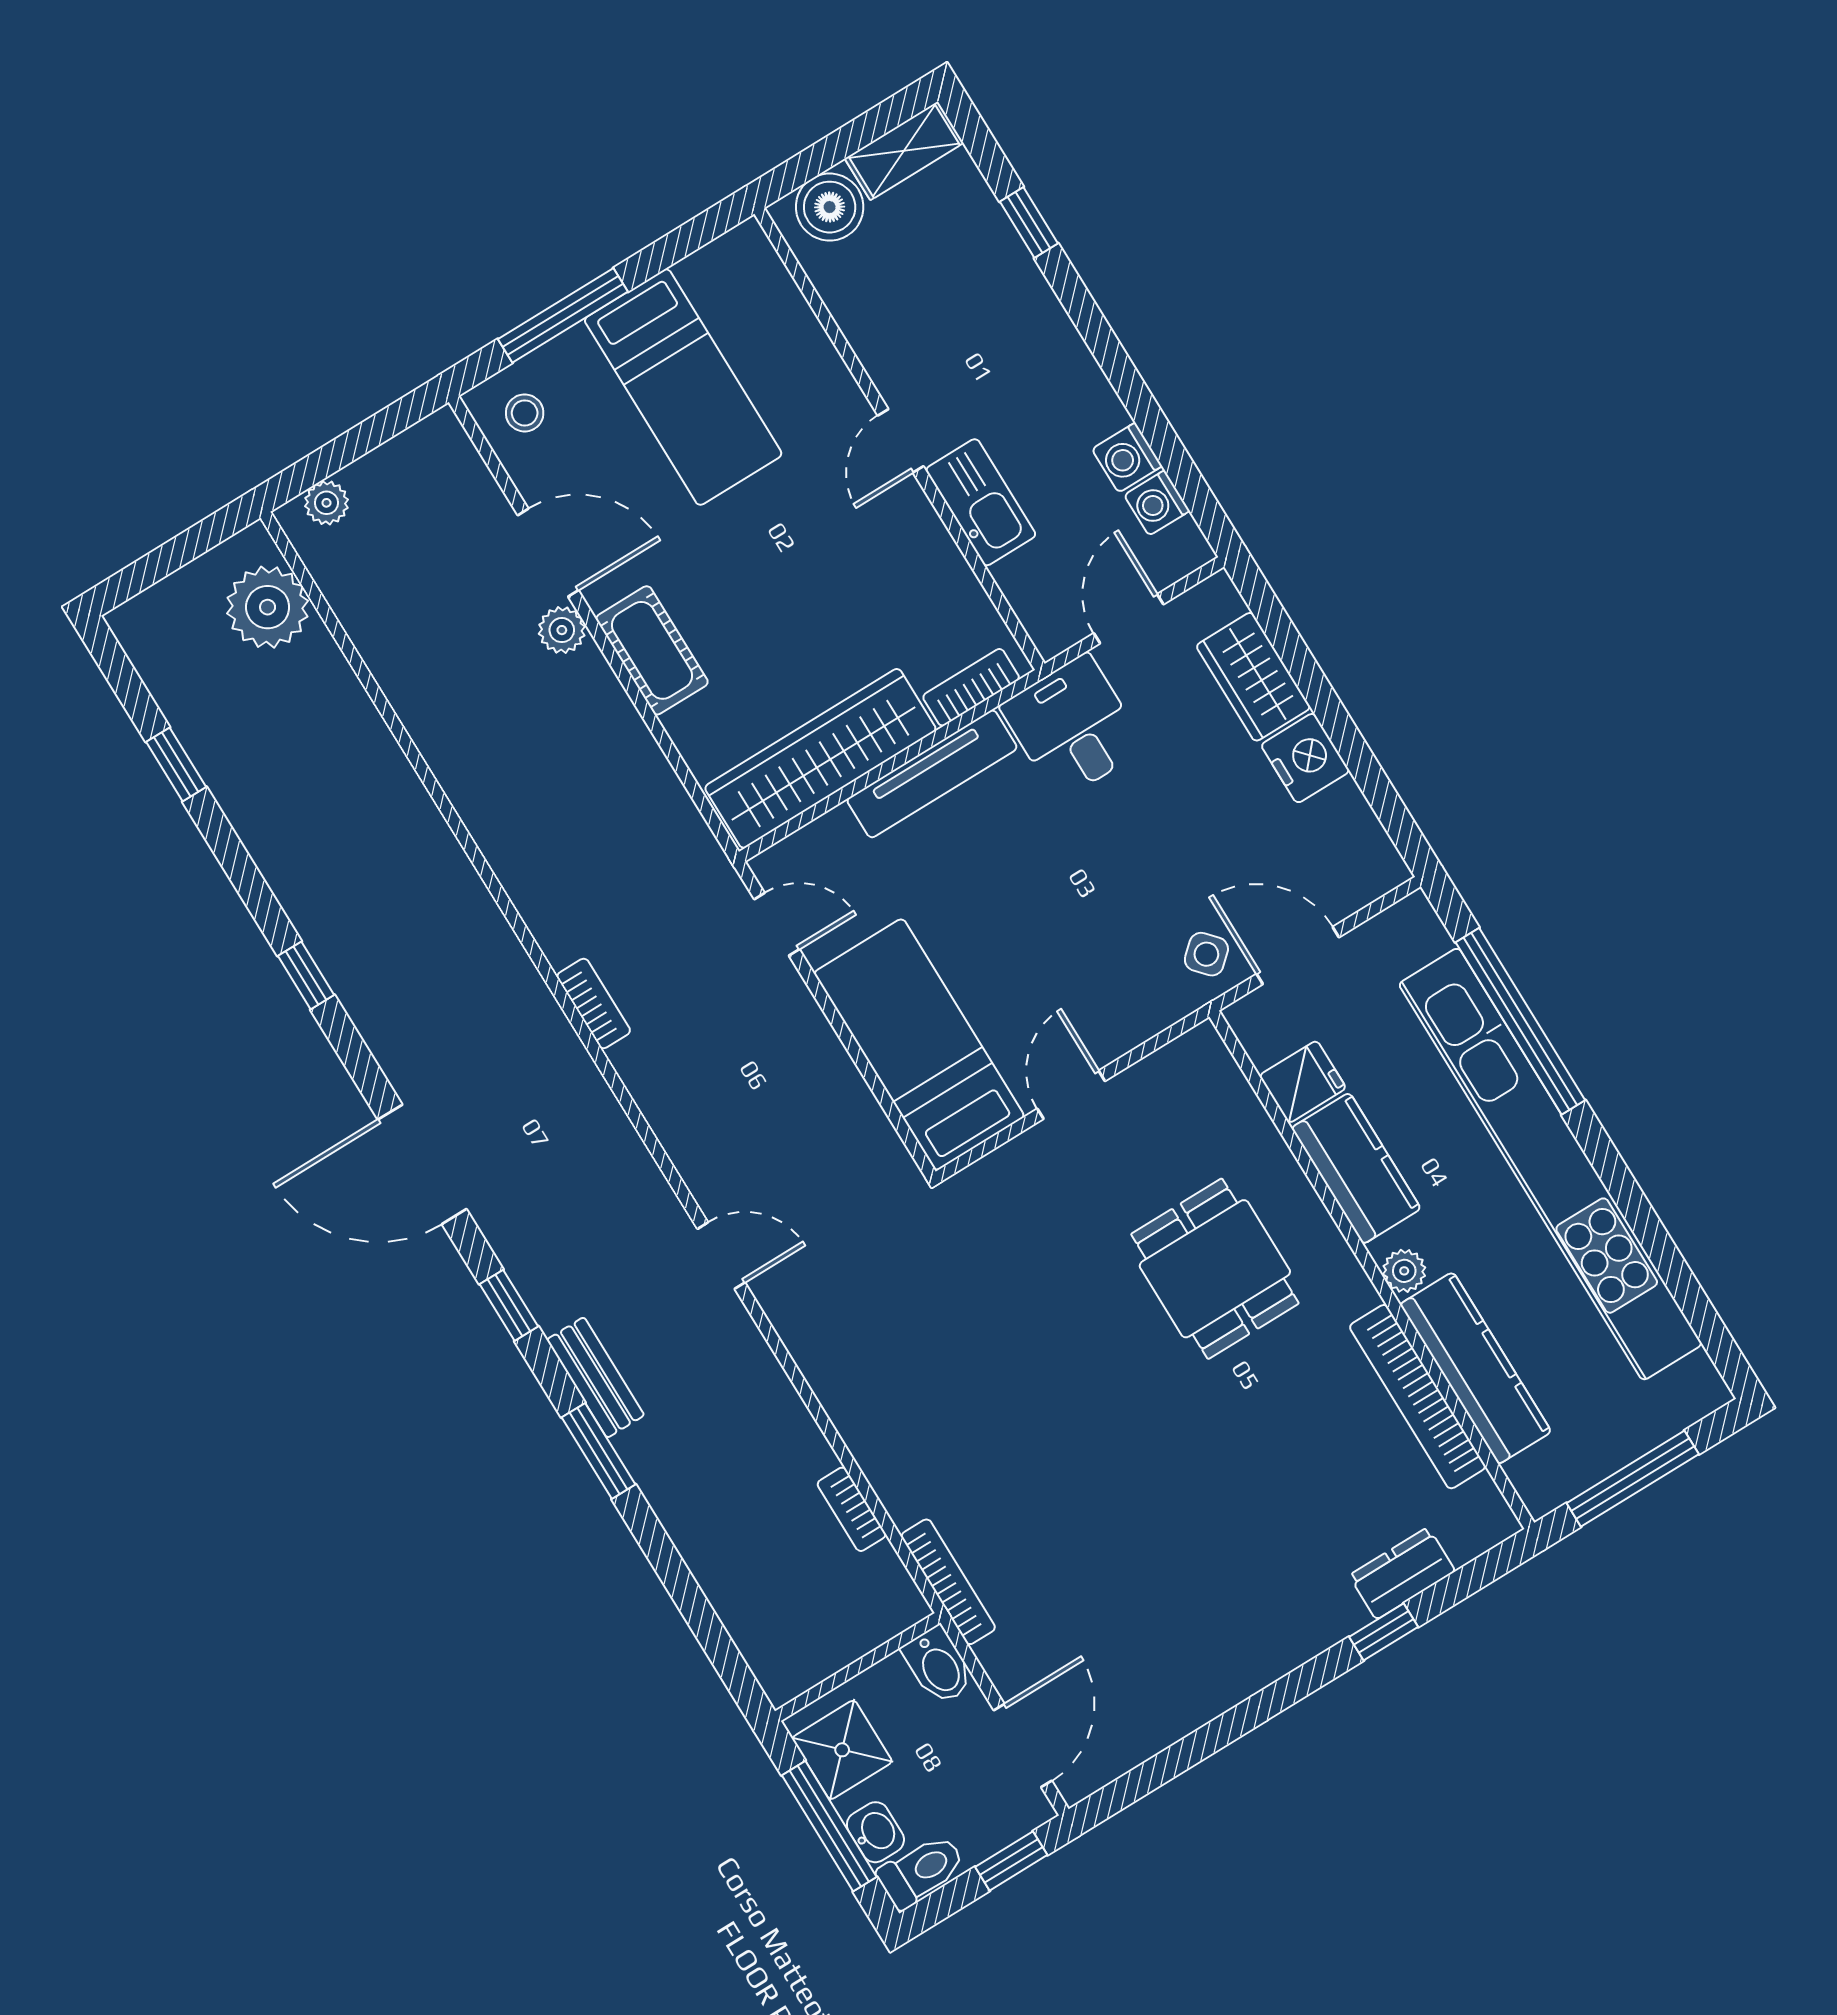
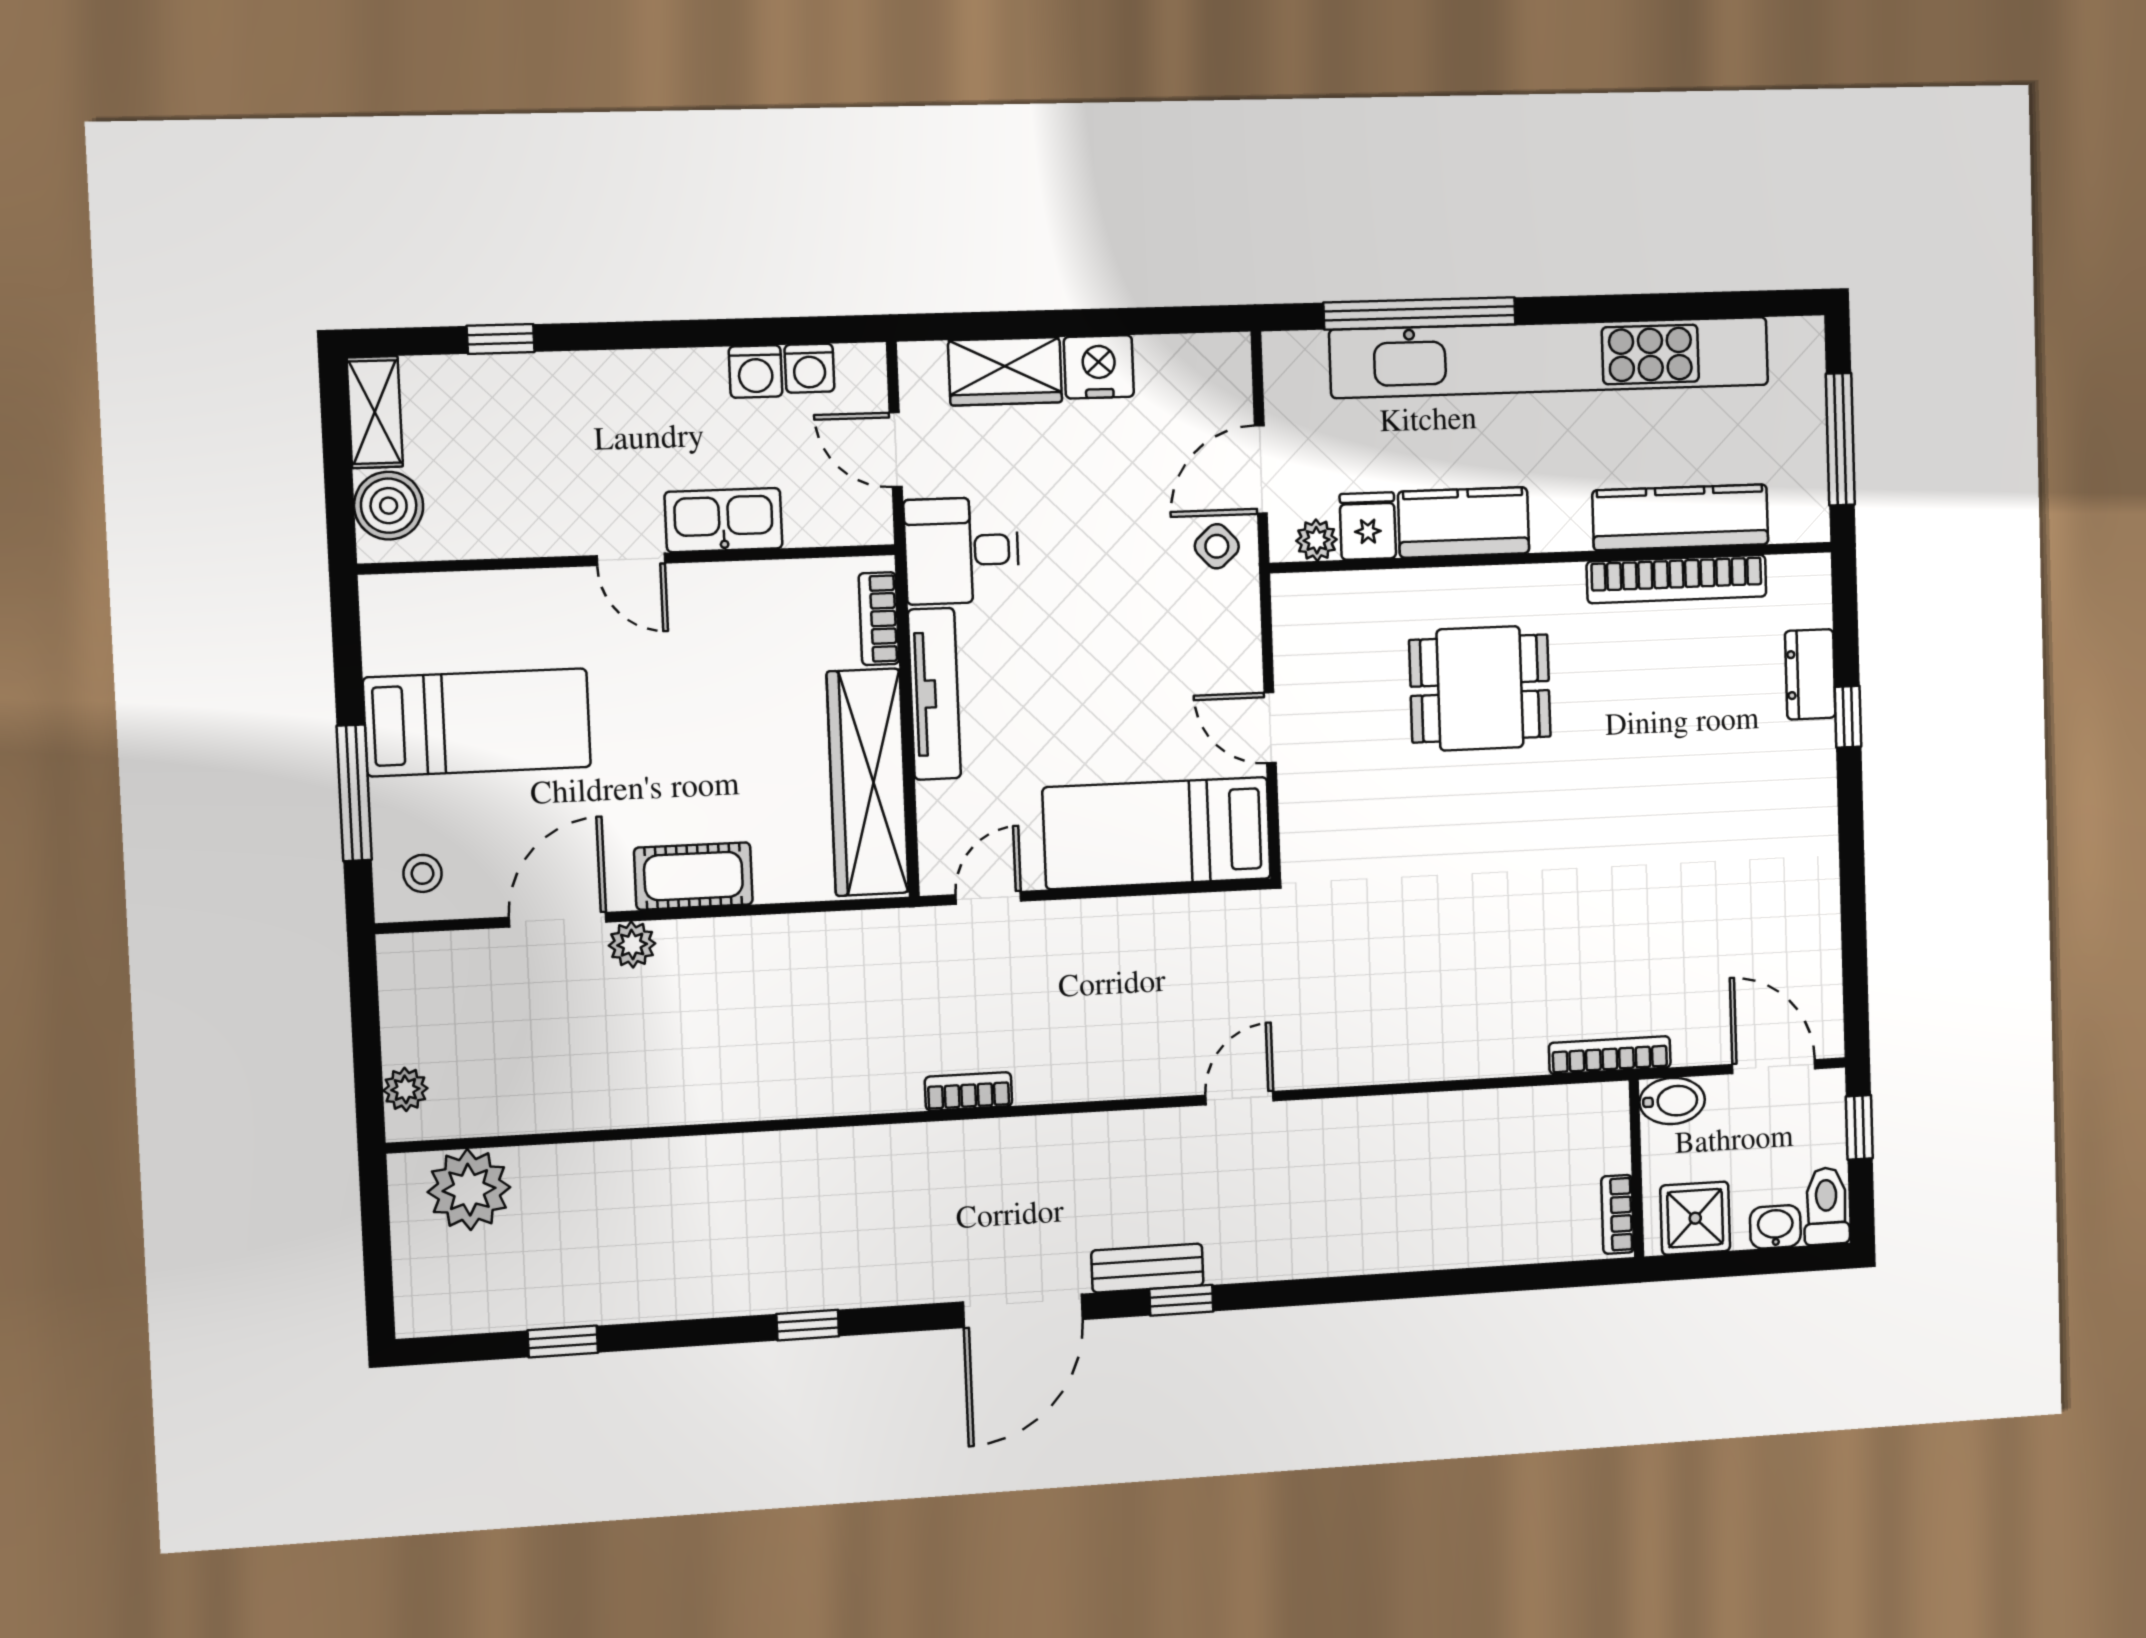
plant: (1404, 1271) -> (1317, 540), moved
bench: (595, 1377) -> (1147, 1268), moved
window: (598, 1451) -> (1343, 1289), removed
bookcase: (852, 1509) -> (1618, 1214), moved, turned 90
window: (829, 1826) -> (1750, 1262), removed

